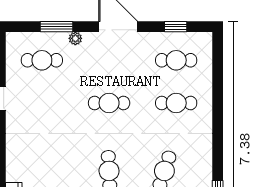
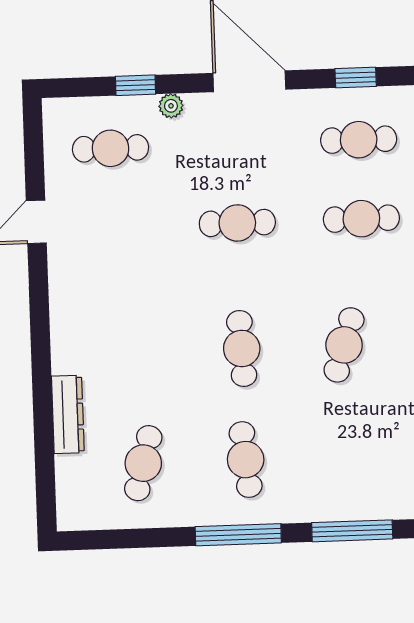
window: (57, 27) -> (135, 85), width x0.67

